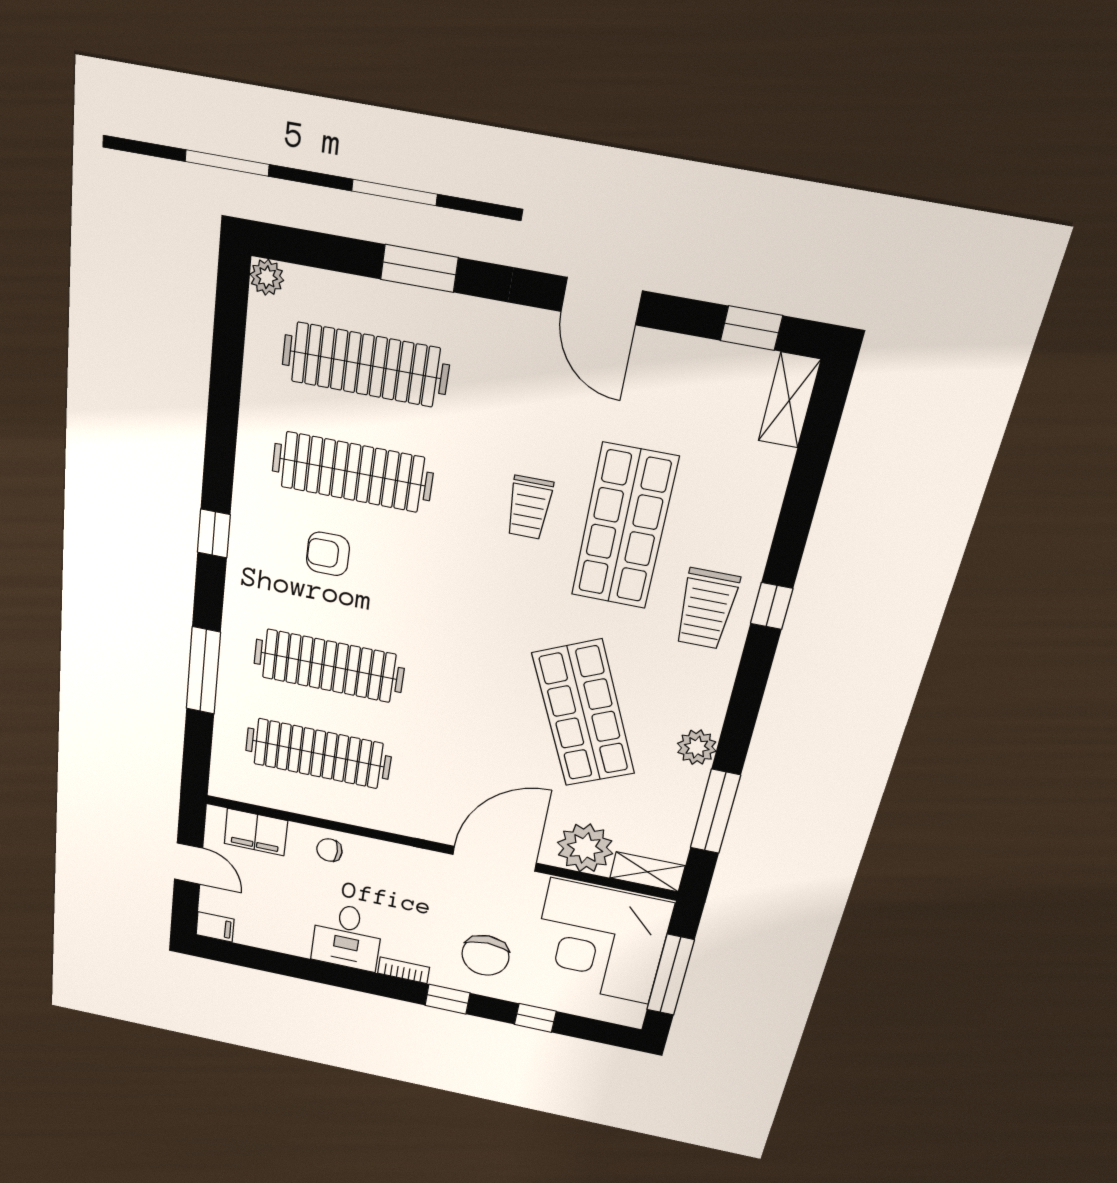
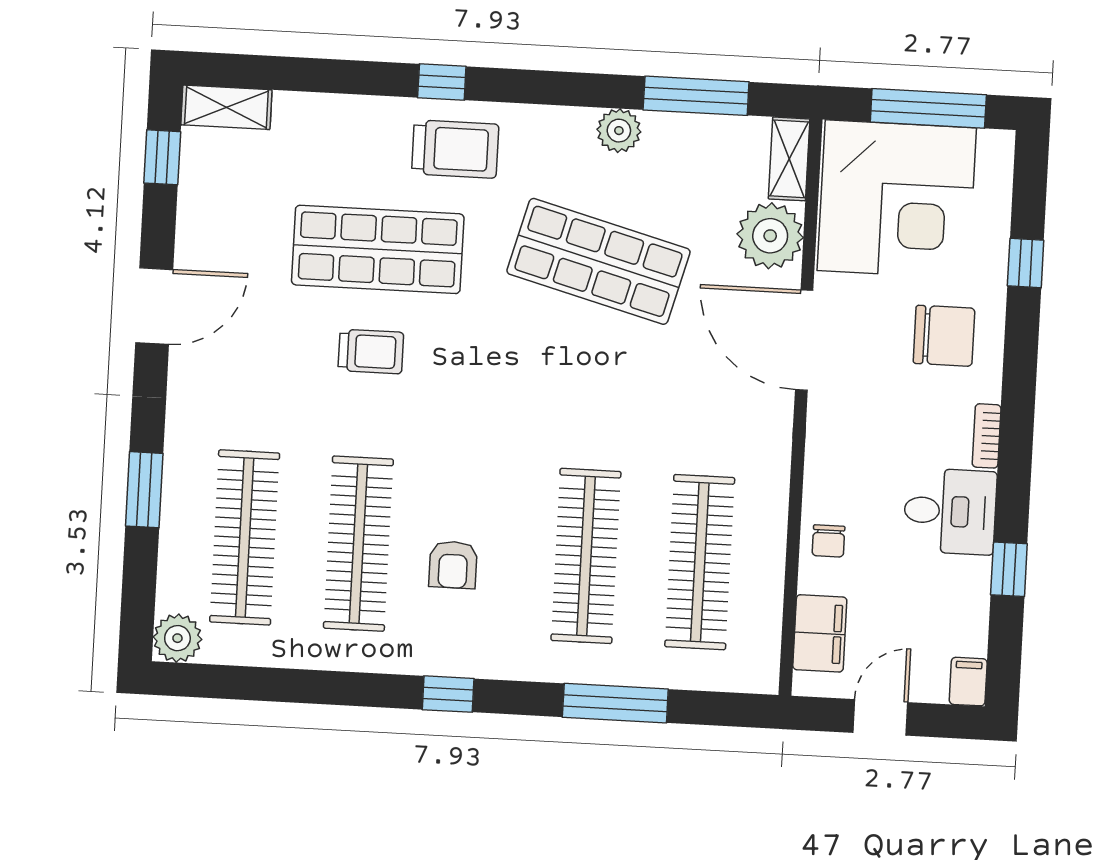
plant: (267, 277) -> (177, 638), width x1.38, depth x1.38
shop shelf: (584, 714) -> (598, 261), turned 39
window: (448, 999) -> (1009, 569), moved

